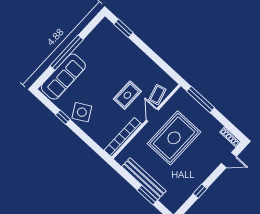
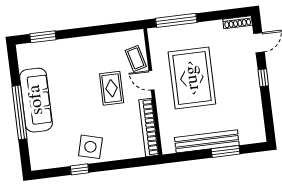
sofa: (63, 77) -> (36, 100), moved
side table: (82, 112) -> (90, 147), turned 45
window: (200, 191) -> (263, 78), moved

